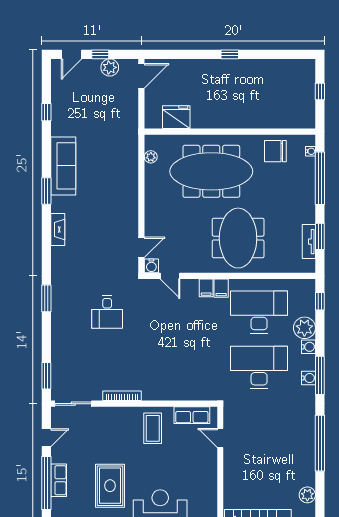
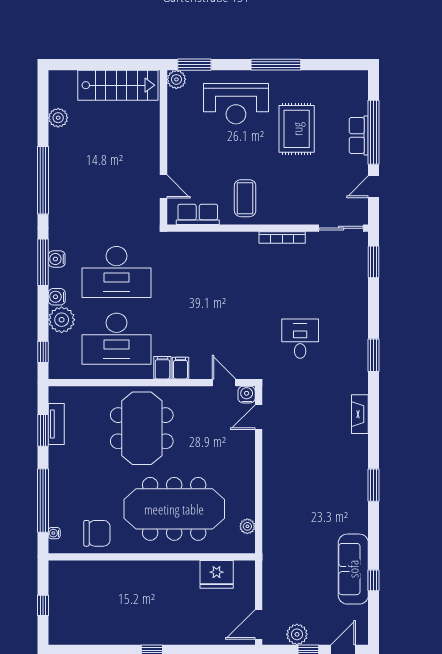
sofa: (63, 166) -> (353, 569), moved
fireplace: (58, 230) -> (360, 414), moved

